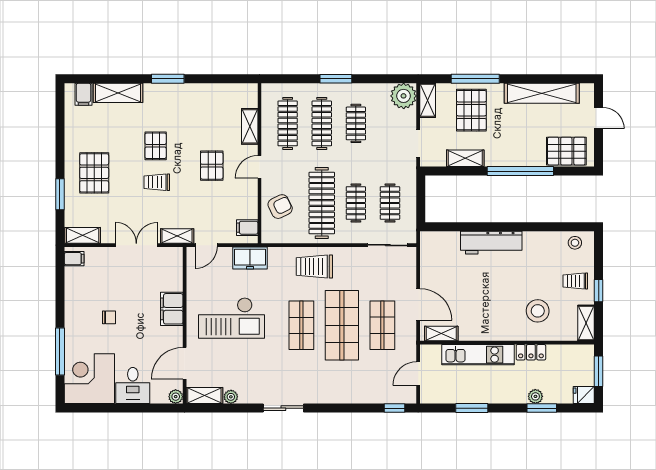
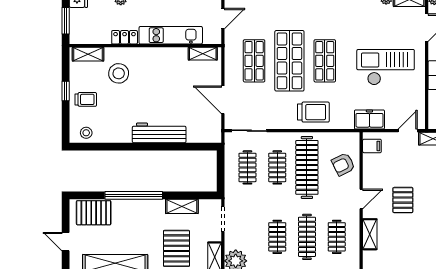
clothes rail: (288, 123) -> (337, 237), width x0.73
door: (418, 304) -> (223, 100), moved
shelving: (586, 323) -> (88, 54), moved, turned 90

